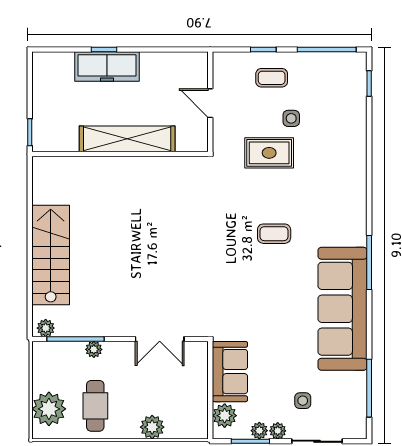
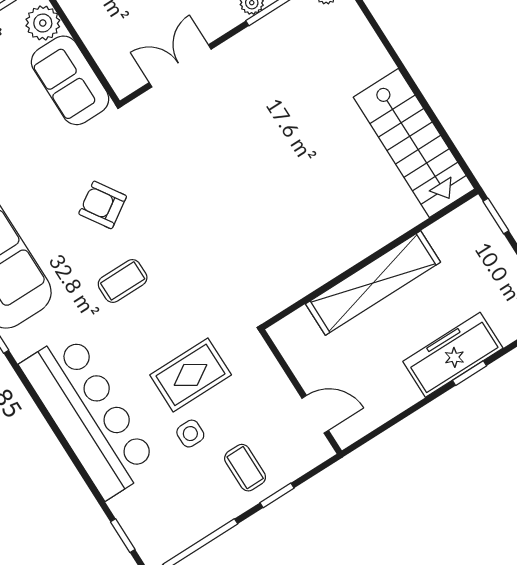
coffee table: (272, 78) -> (245, 468), turned 90
door: (210, 103) -> (315, 414), moved
bar counter: (344, 167) -> (89, 415), added
stairs: (51, 255) -> (414, 143), moved
armchair: (257, 286) -> (103, 205), added

